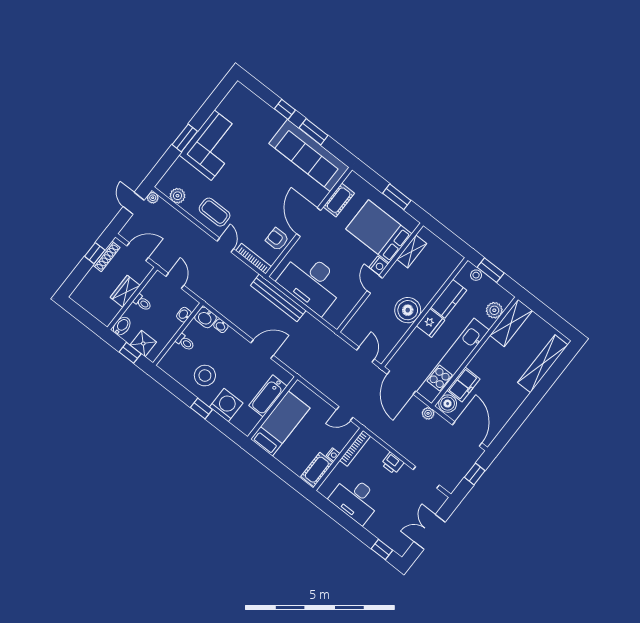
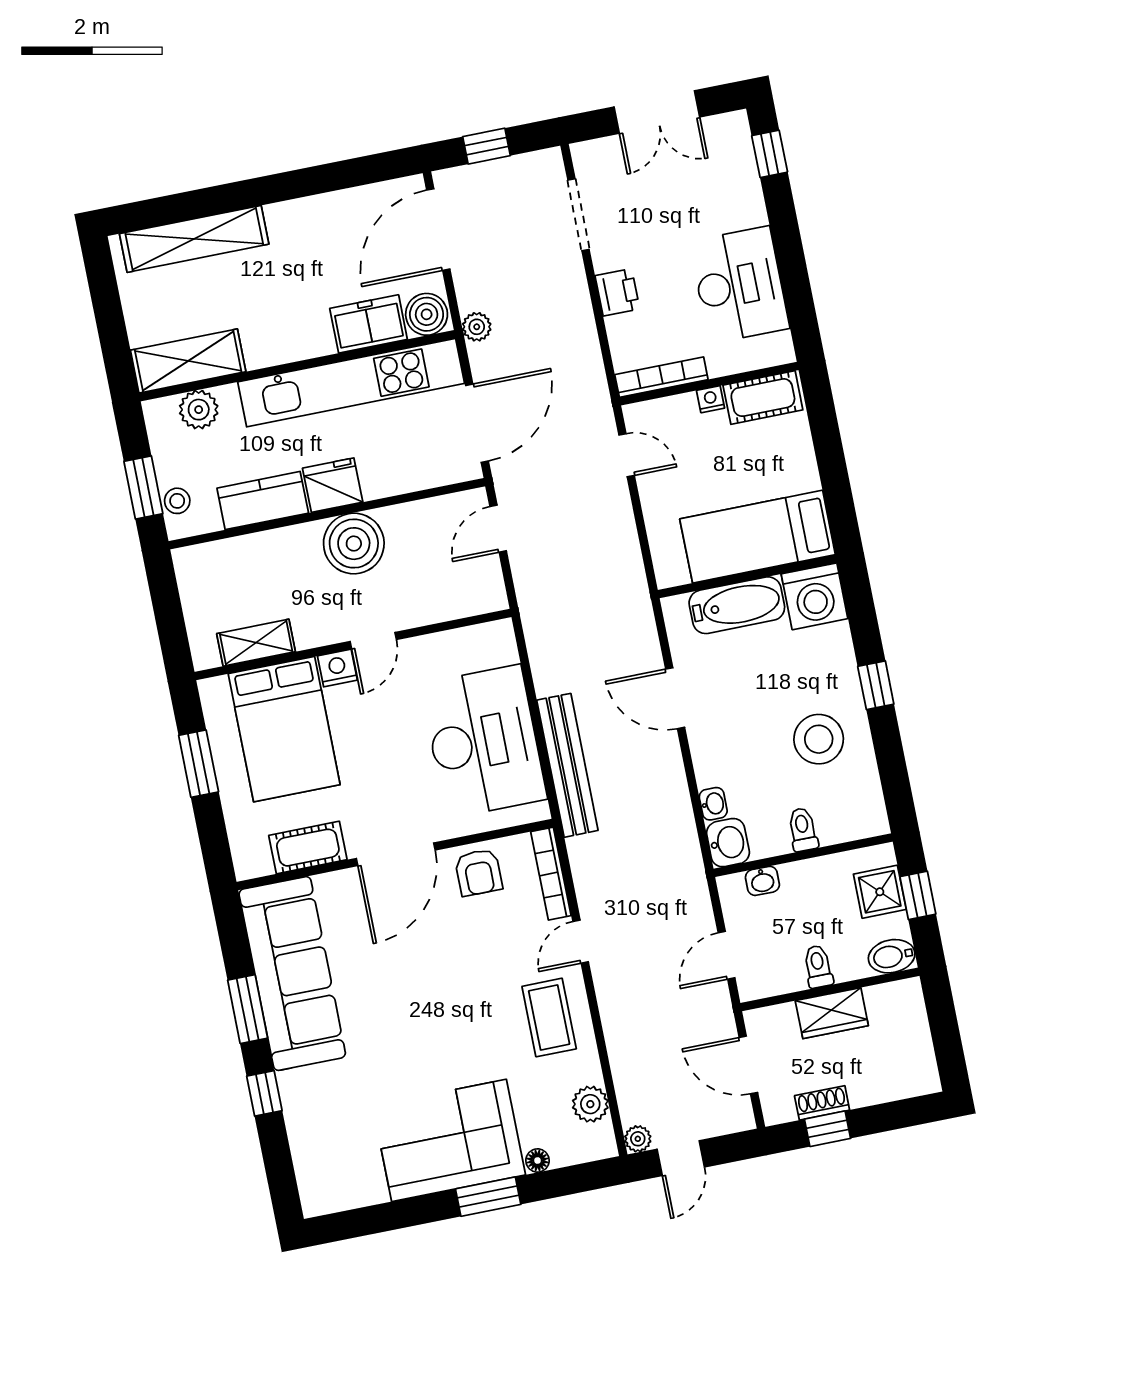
floor lamp: (179, 163) -> (538, 1161), added
shoe rack: (106, 256) -> (822, 1103), width x0.70
washing machine: (226, 405) -> (814, 596), moved, turned -90

